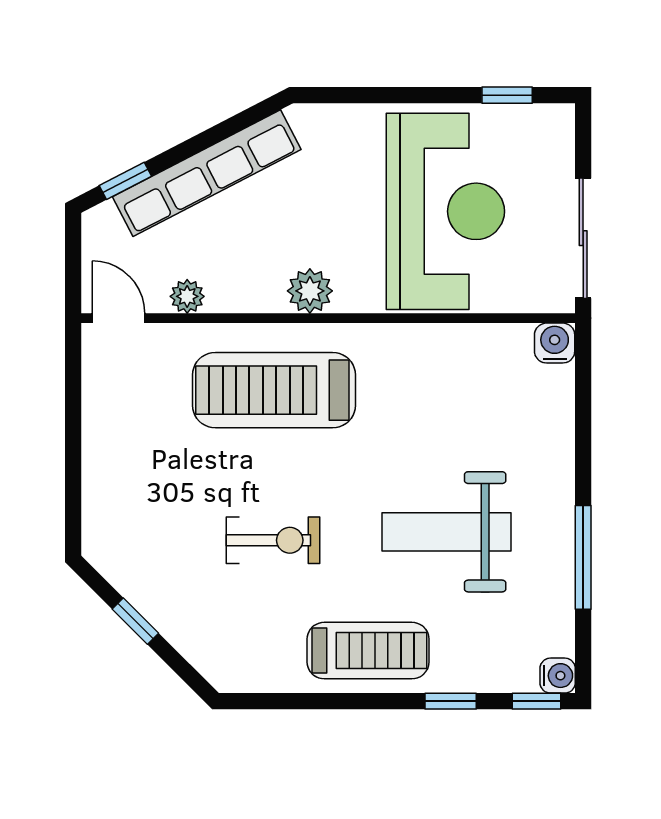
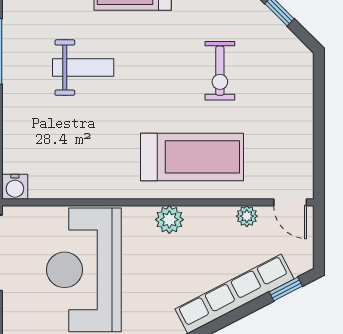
weight bench: (446, 532) -> (83, 68), width x0.73, depth x0.75
exercise bike: (273, 540) -> (220, 71), moved, turned -90

